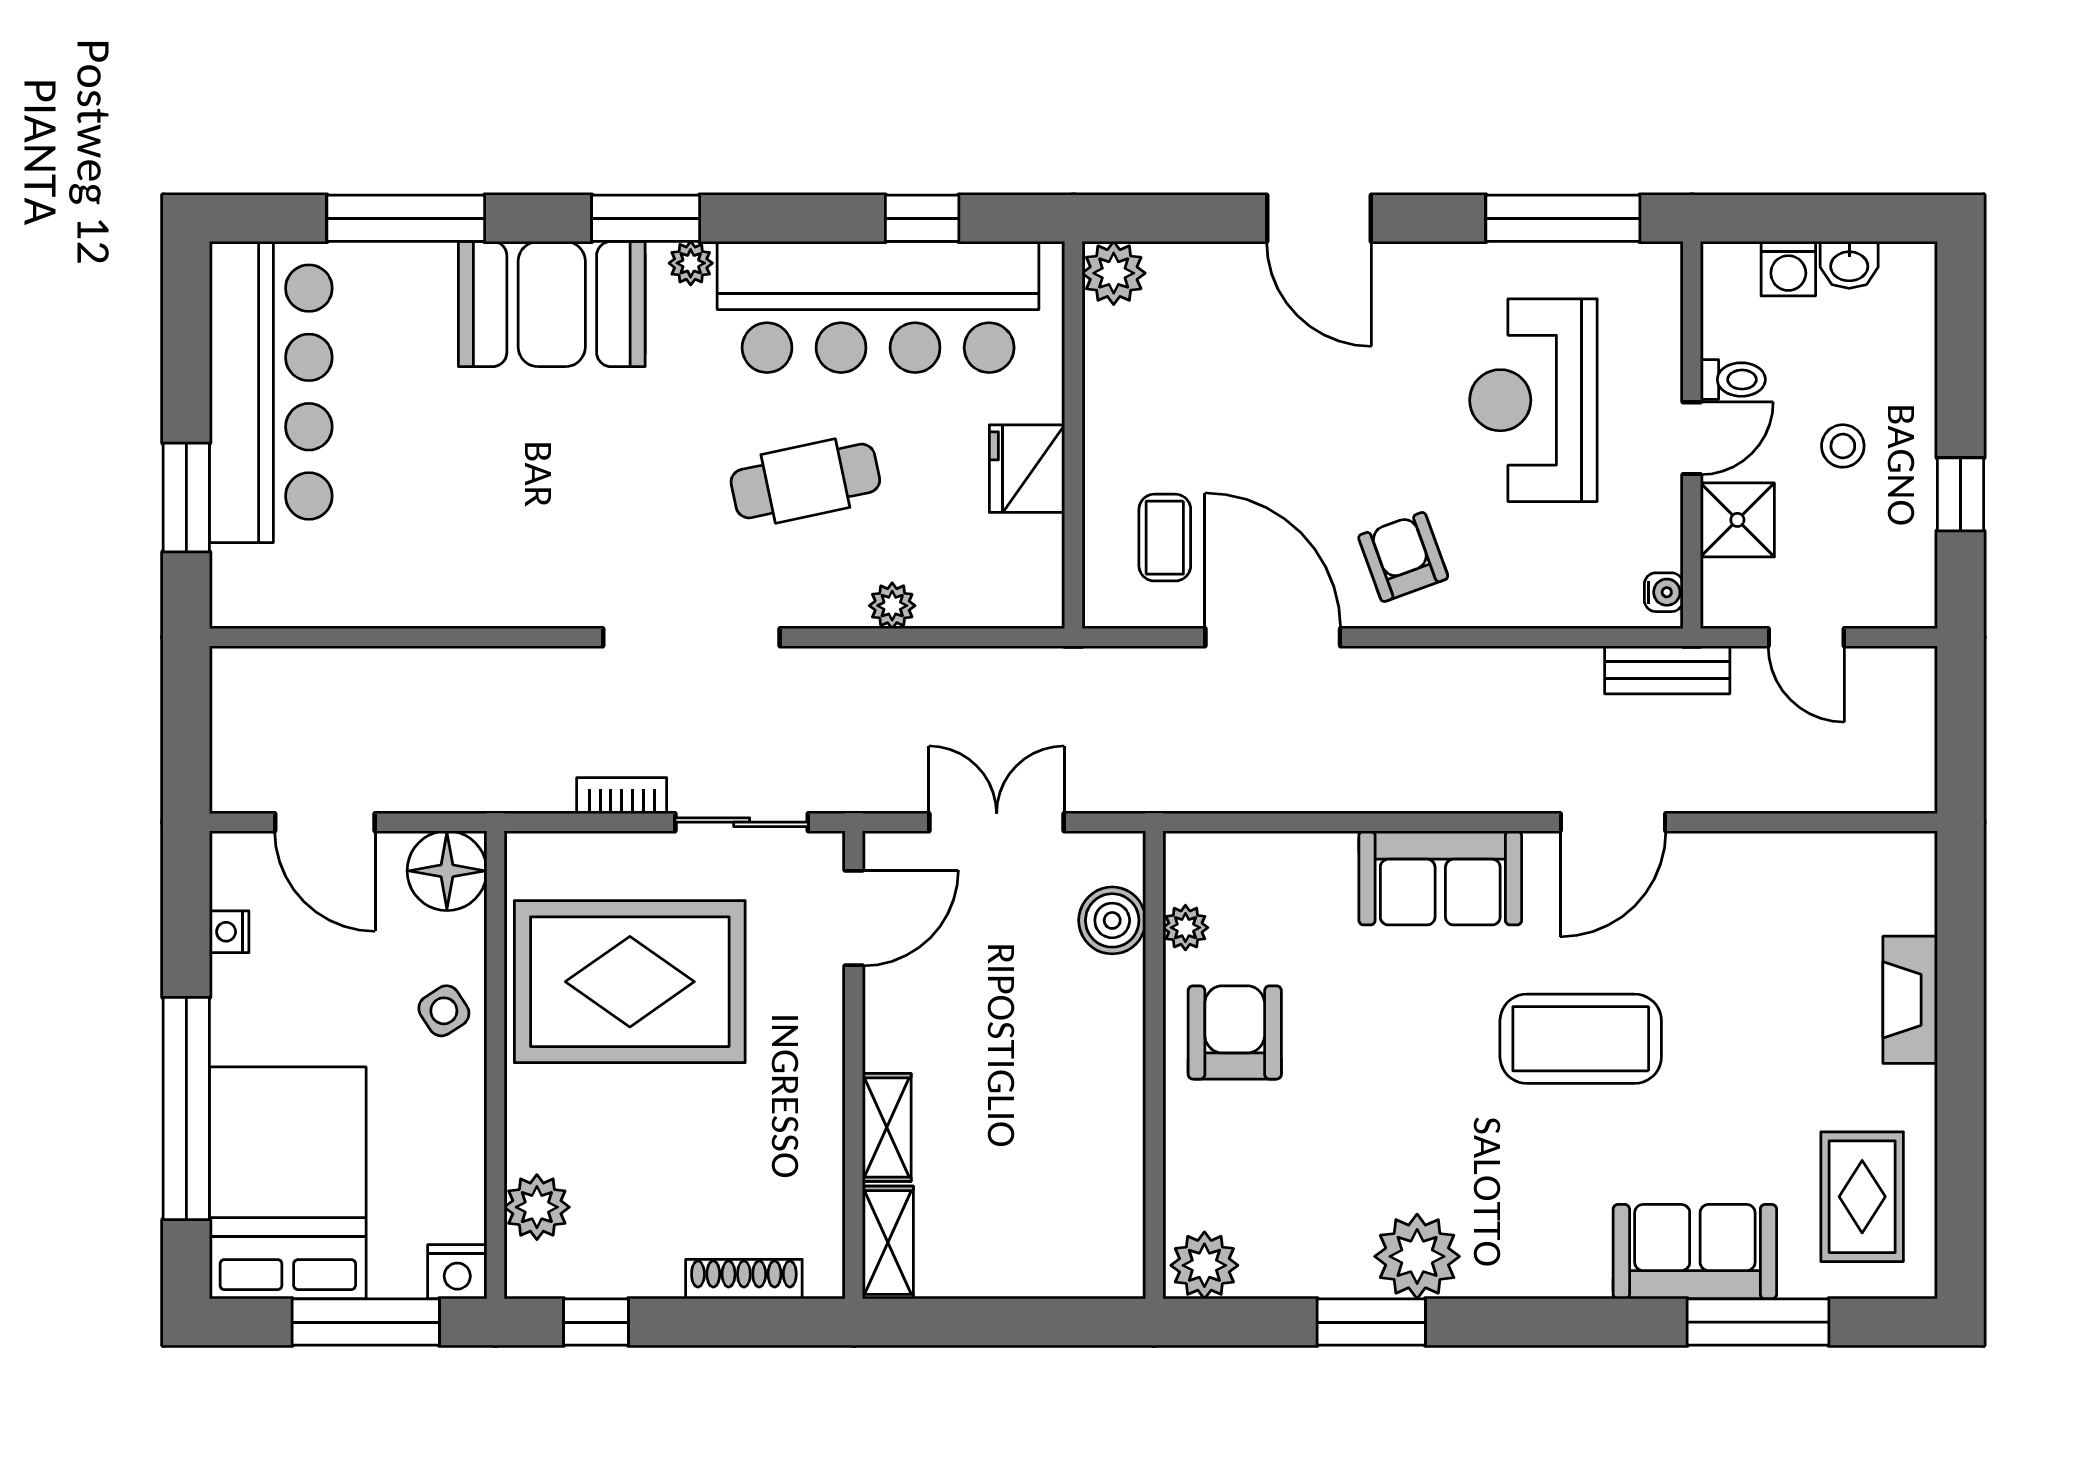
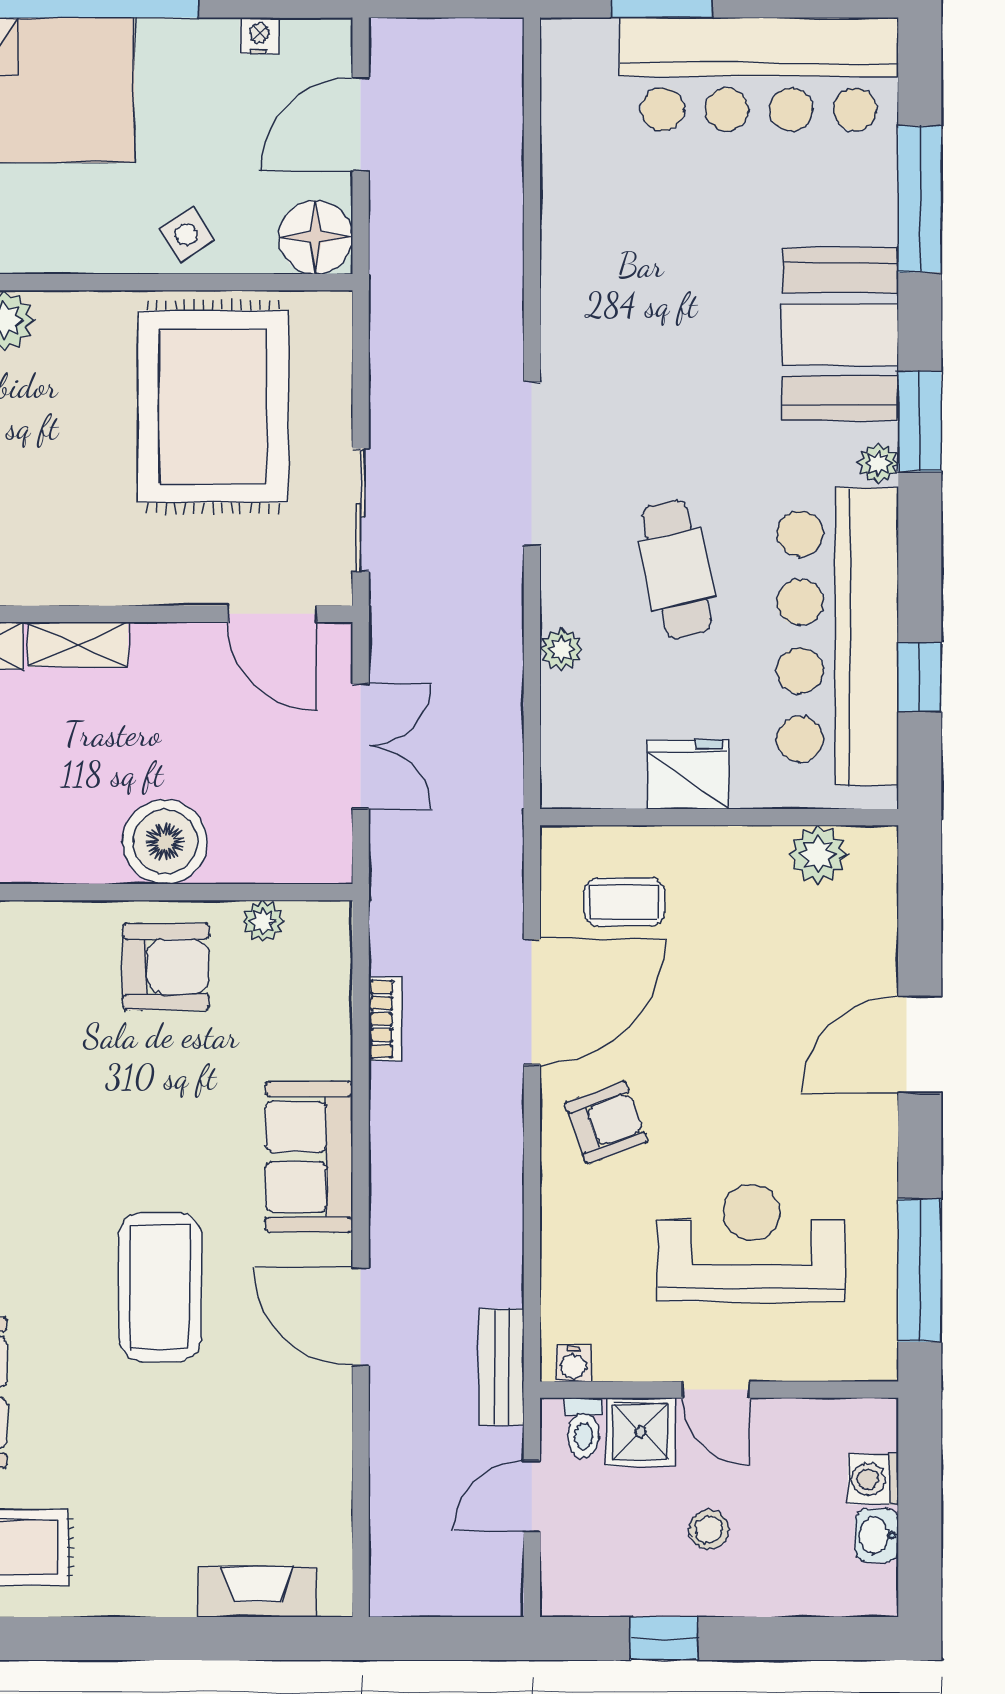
plant: (1114, 273) -> (818, 855), moved
toilet: (1733, 380) -> (583, 1428), moved
bookcase: (622, 796) -> (385, 1019), moved
boiler: (1112, 920) -> (165, 842), moved, width x1.37, depth x1.37
fireplace: (1910, 1000) -> (257, 1592), moved

